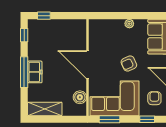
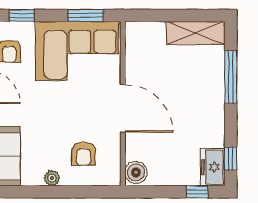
armchair: (129, 64) -> (83, 154), moved, turned 114
window: (24, 72) -> (231, 77), moved
freezer: (35, 72) -> (213, 167), moved
boiler: (80, 97) -> (136, 172), moved

